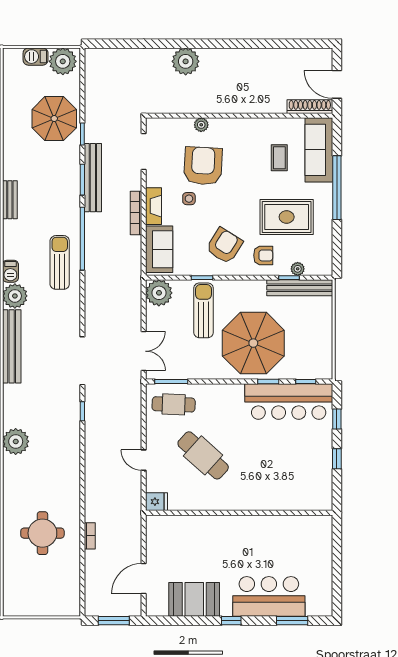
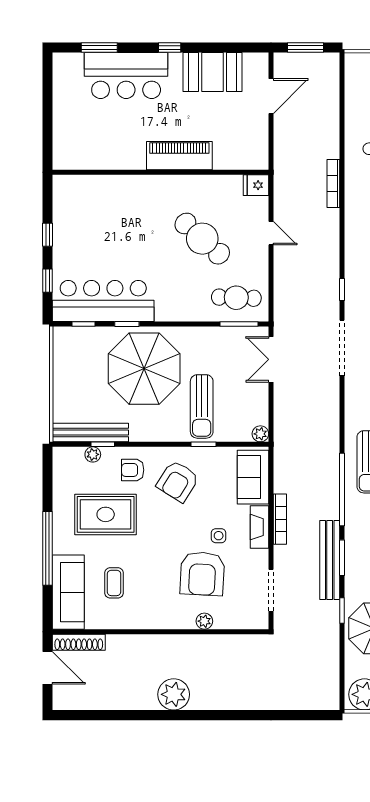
plant: (186, 61) -> (174, 694), moved
plant: (159, 293) -> (260, 434), width x0.53, depth x0.53
piano: (223, 527) -> (179, 156), added
bookcase: (90, 536) -> (333, 183), moved, width x1.56

